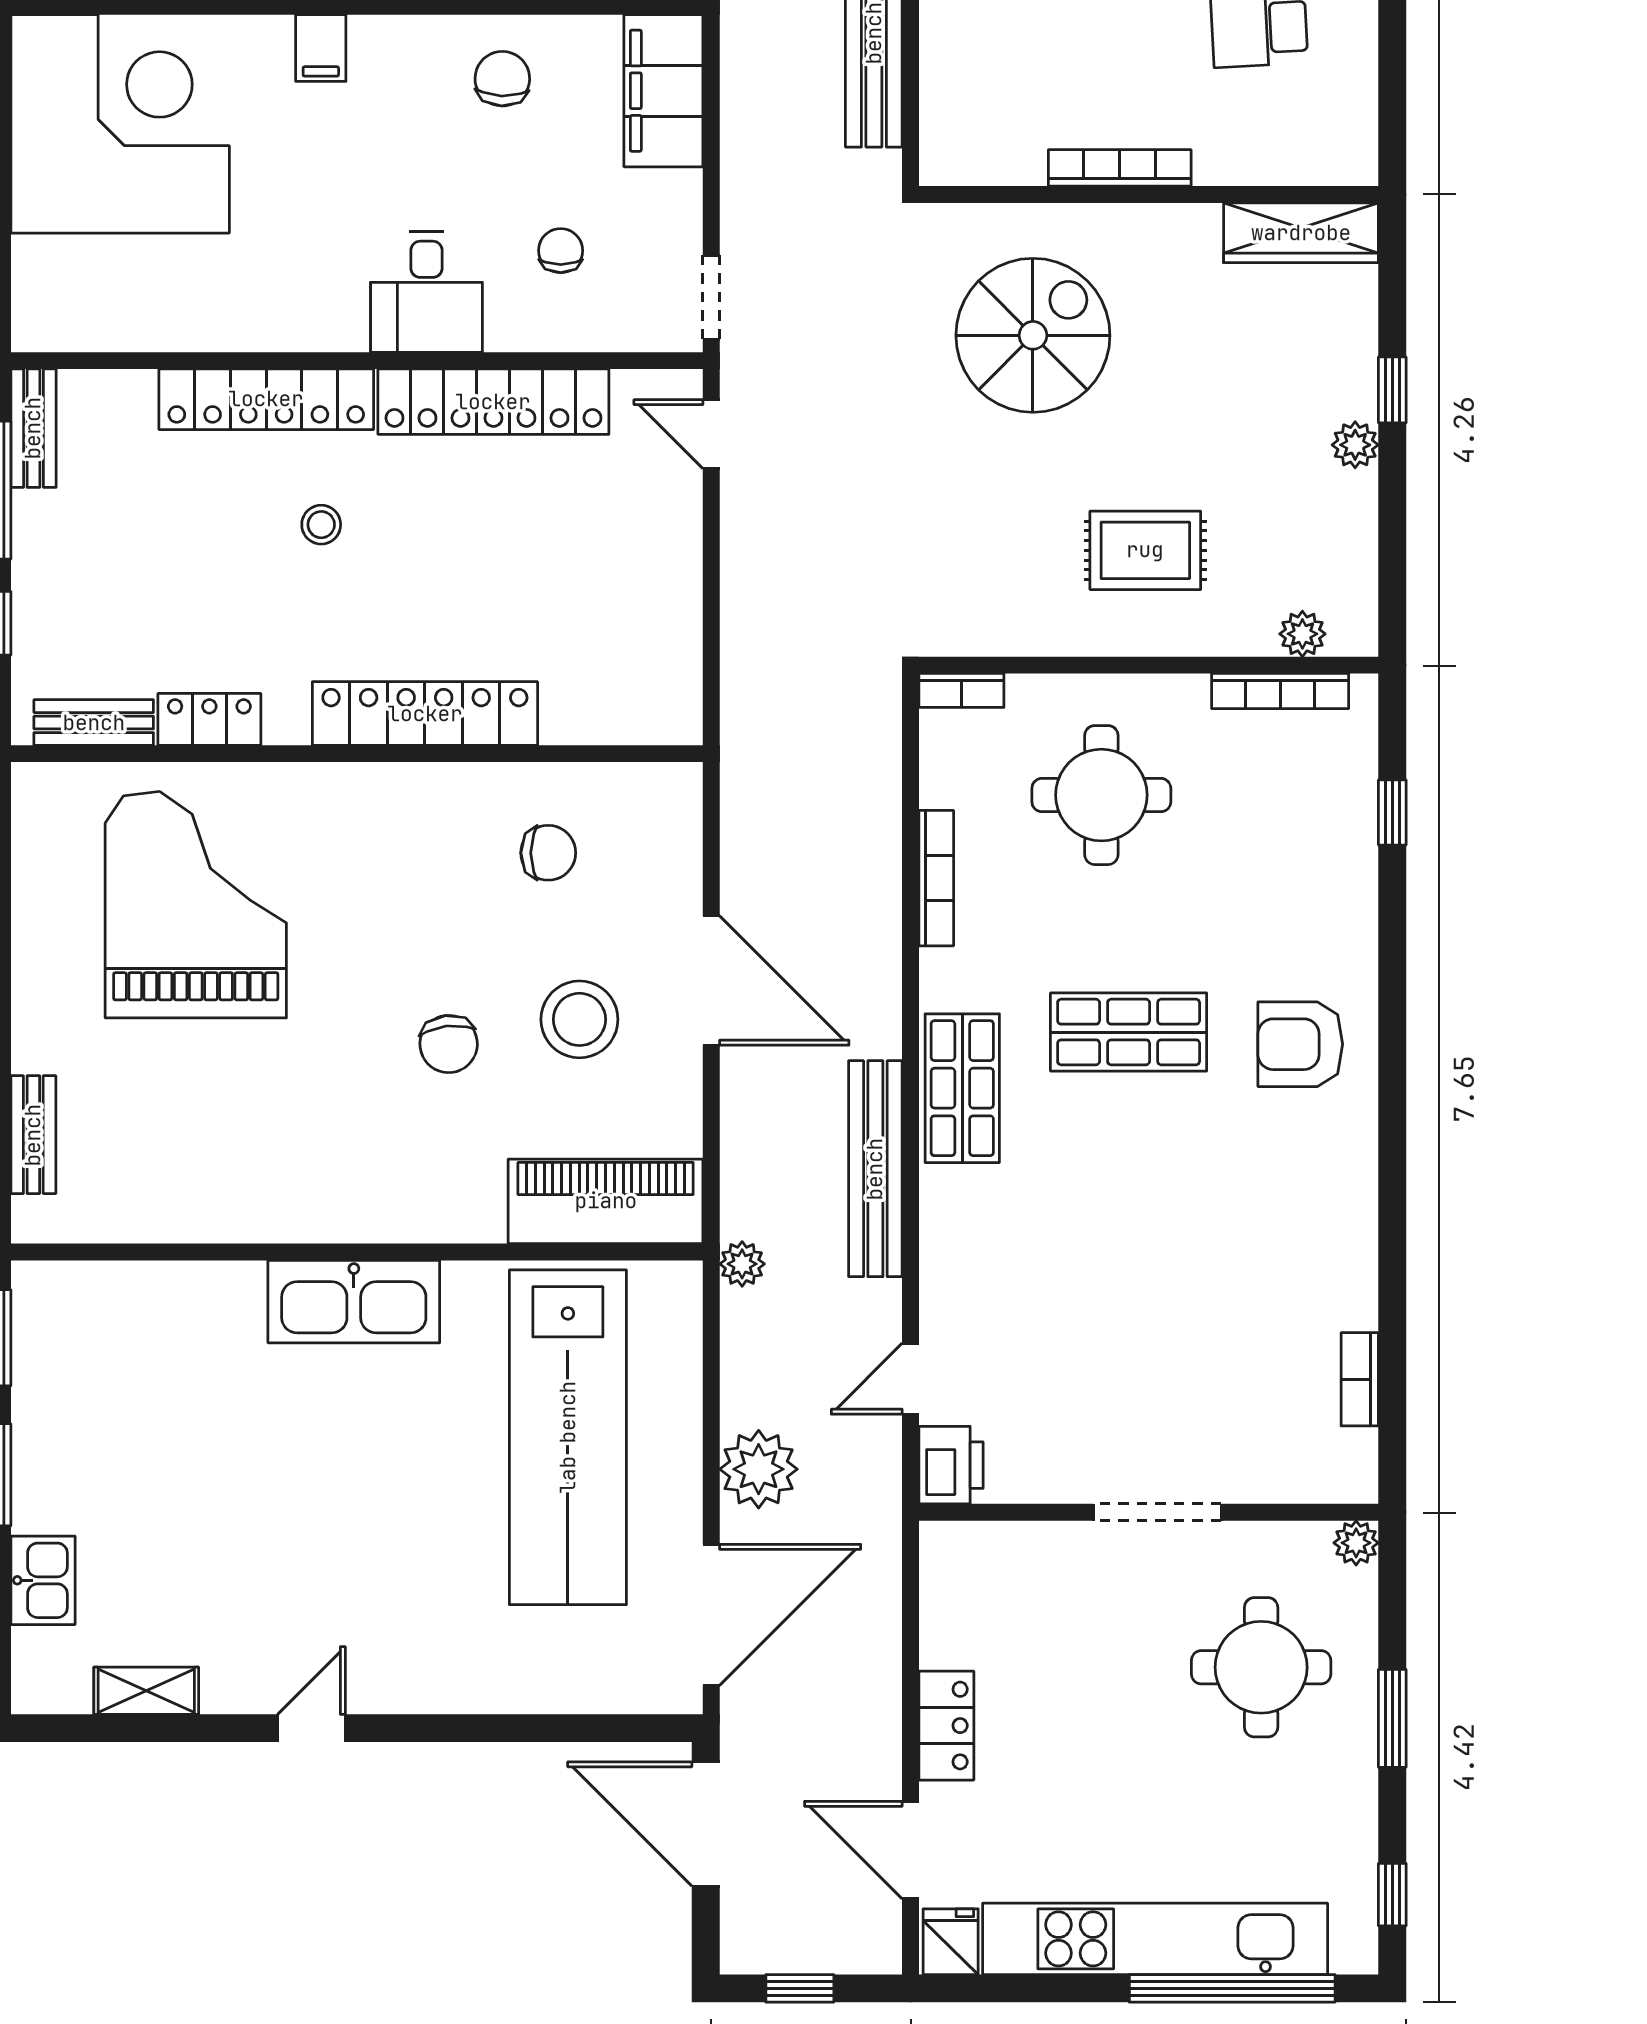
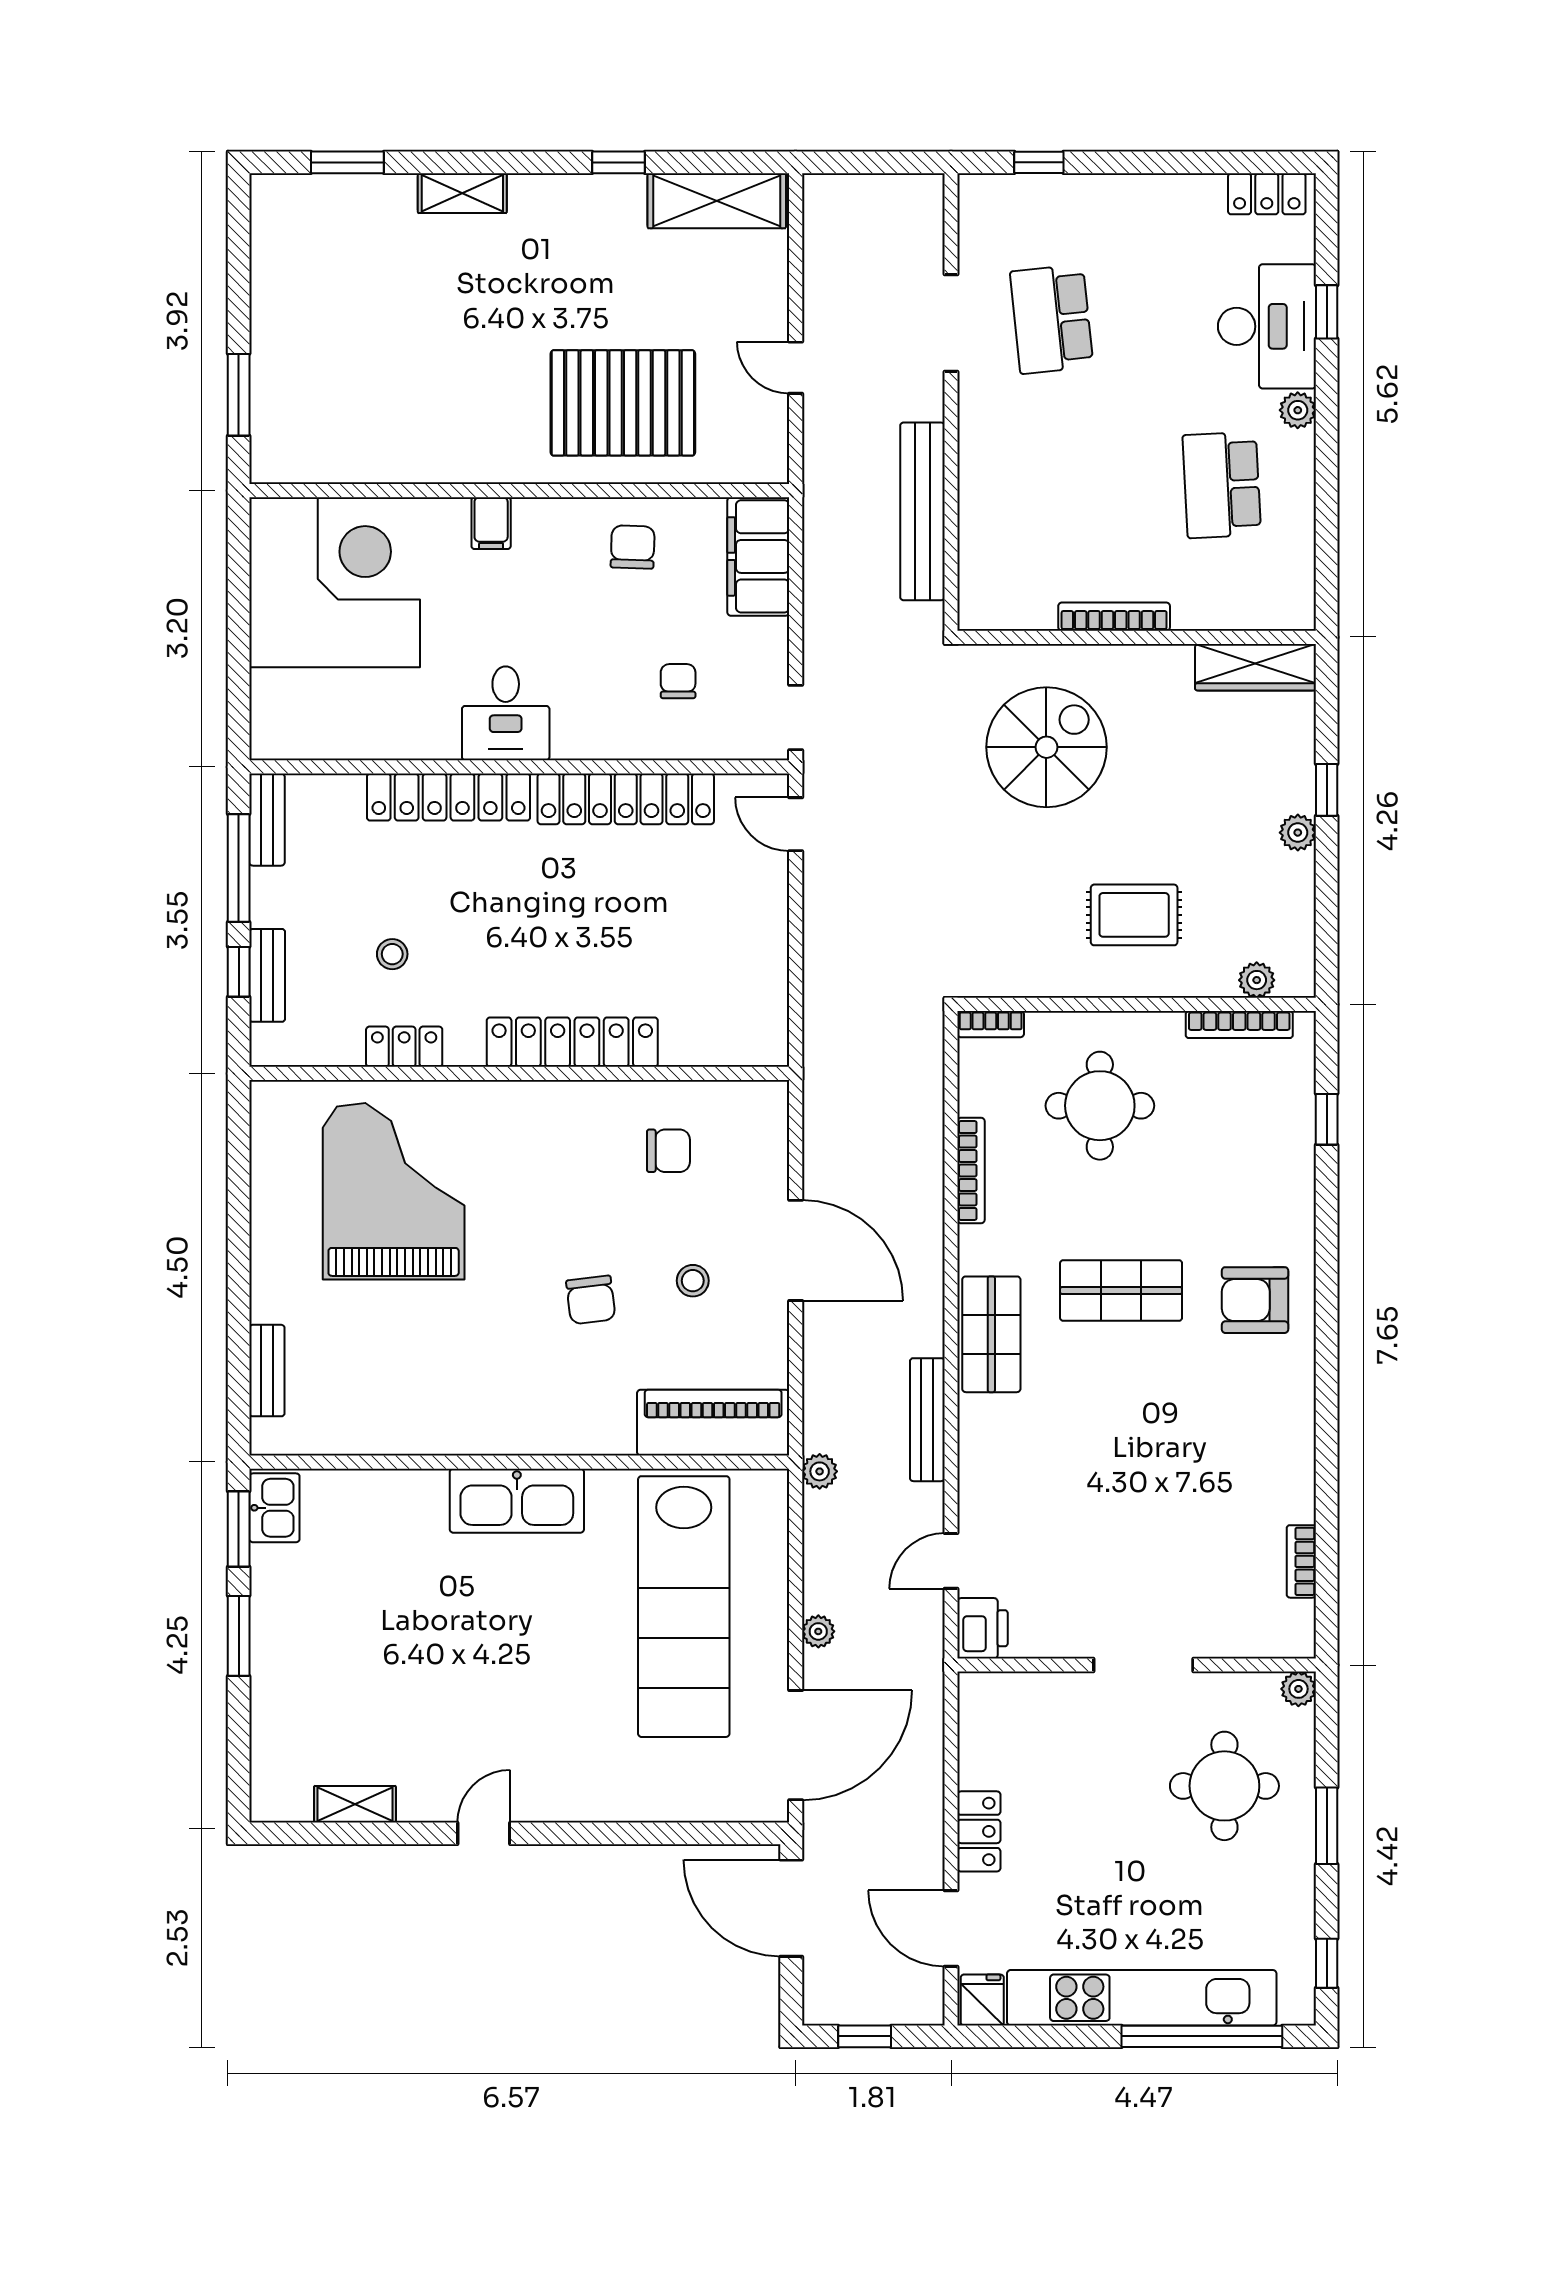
desk: (426, 292) -> (506, 713), moved
stool: (321, 525) -> (392, 954), moved
bench: (94, 723) -> (267, 975), moved, turned 90
stool: (579, 1019) -> (693, 1281), width x0.53, depth x0.53
bench: (875, 1169) -> (927, 1420), width x0.73, depth x0.82
plant: (759, 1469) -> (818, 1631), width x0.53, depth x0.53
kitchen sink: (43, 1580) -> (274, 1508), moved

